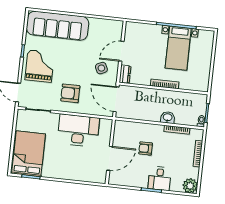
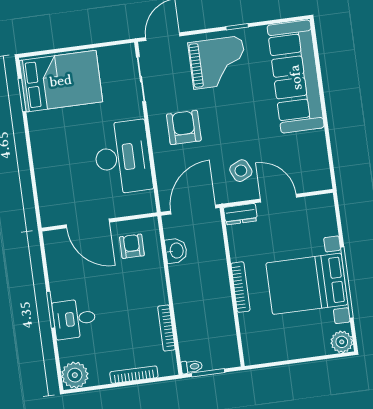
plant: (208, 36) -> (342, 342), added
bed with nightstands: (178, 48) -> (307, 284), width x1.36
washbasin: (168, 118) -> (176, 251), moved
armchair: (146, 148) -> (132, 246), moved

